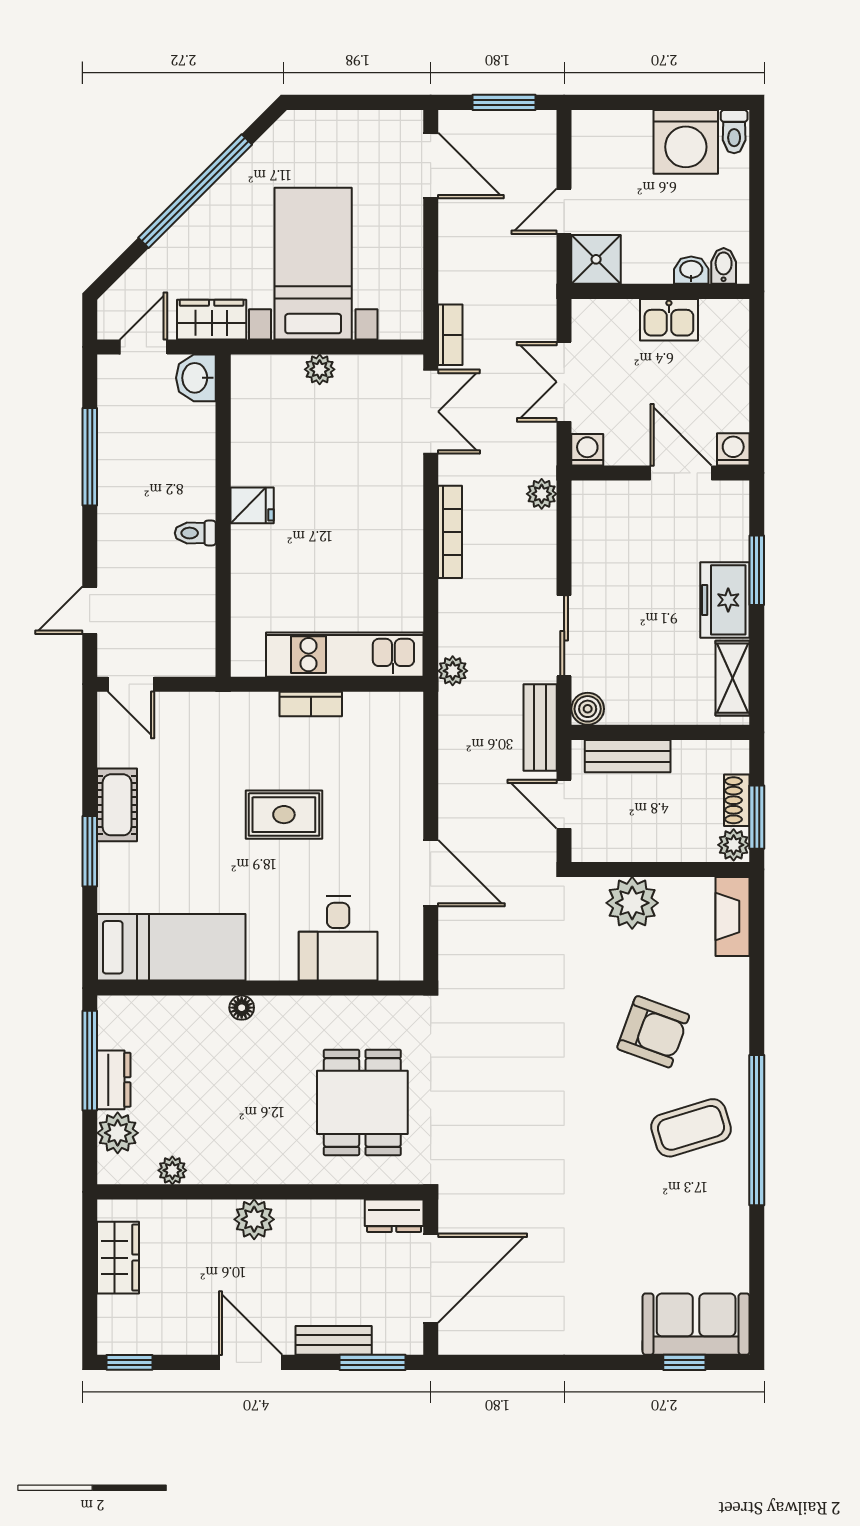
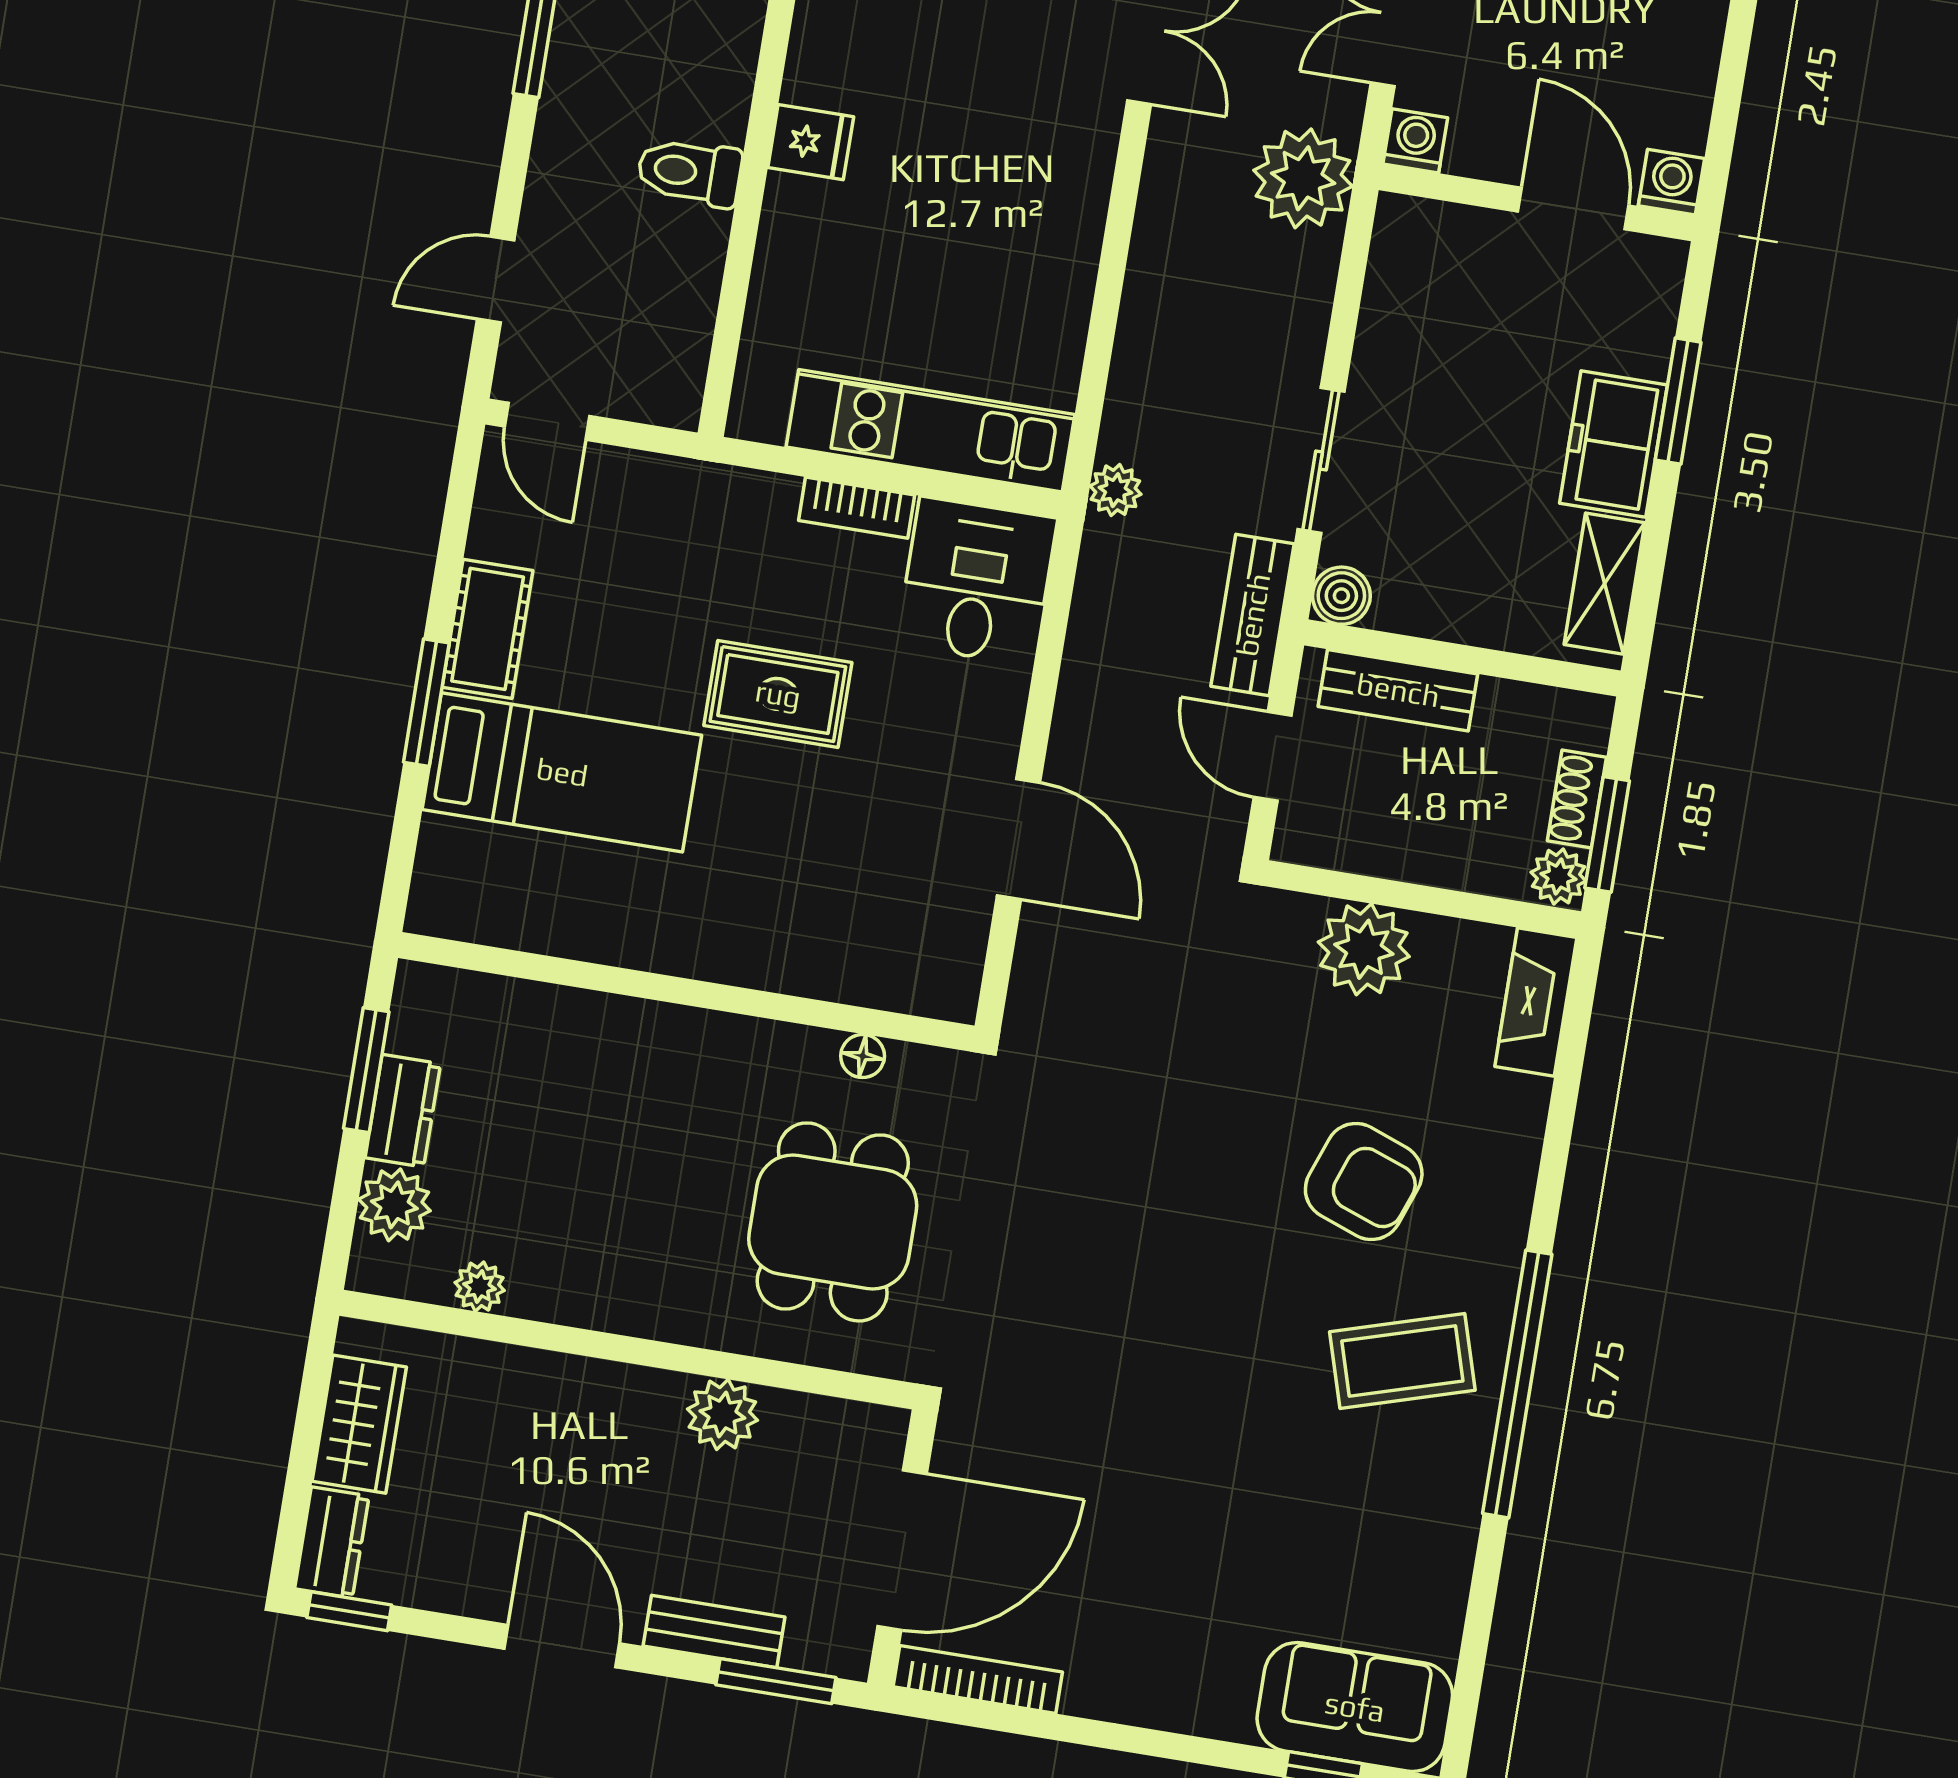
plant: (542, 494) -> (1303, 178), width x1.88, depth x1.88
bookcase: (450, 532) -> (978, 1679), moved, turned -90
toilet: (195, 533) -> (689, 172), width x1.37, depth x1.39
desk: (338, 938) -> (977, 581), moved, turned 180
bed: (171, 947) -> (562, 772), moved
floor lamp: (242, 1008) -> (863, 1056), moved
window: (90, 1061) -> (366, 1070), width x0.69
dresser: (394, 1216) -> (332, 1542), moved, turned -90
plant: (254, 1219) -> (722, 1415), moved

